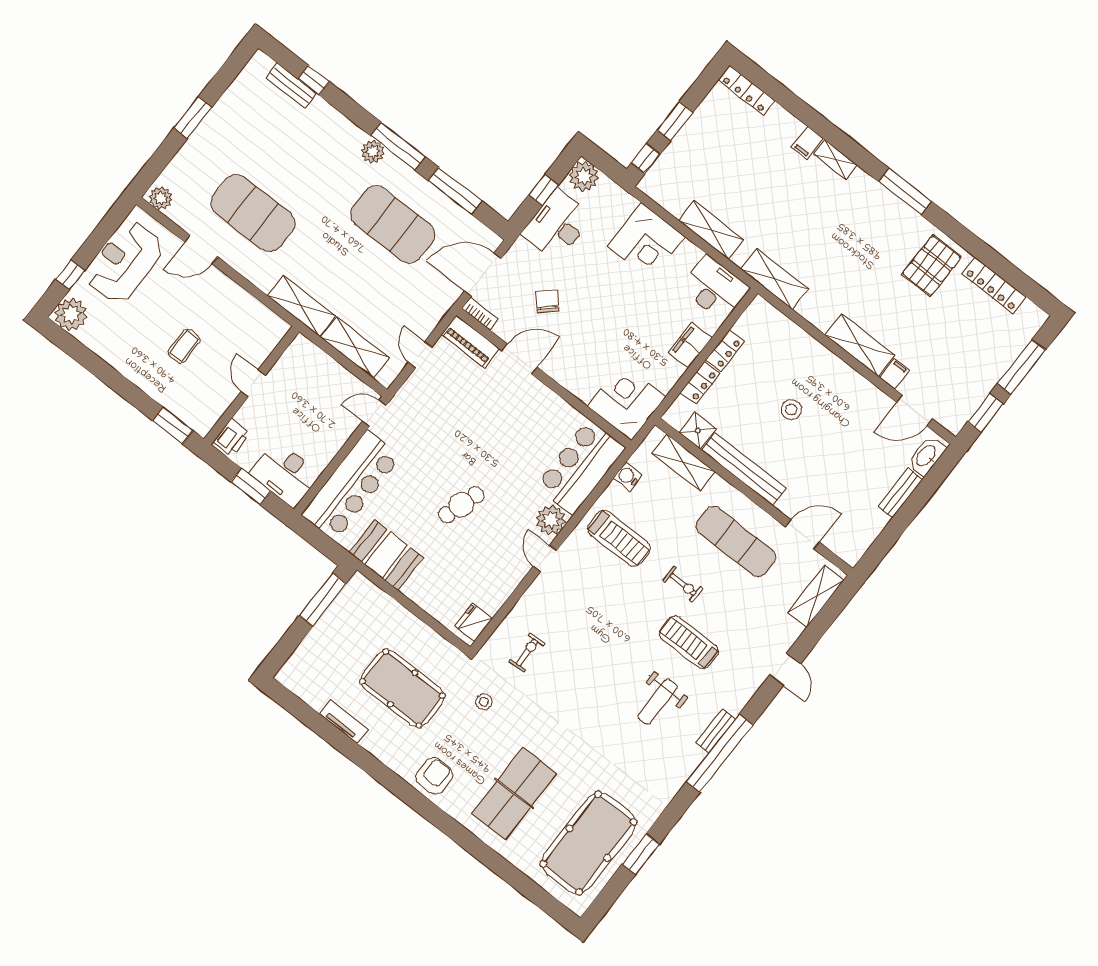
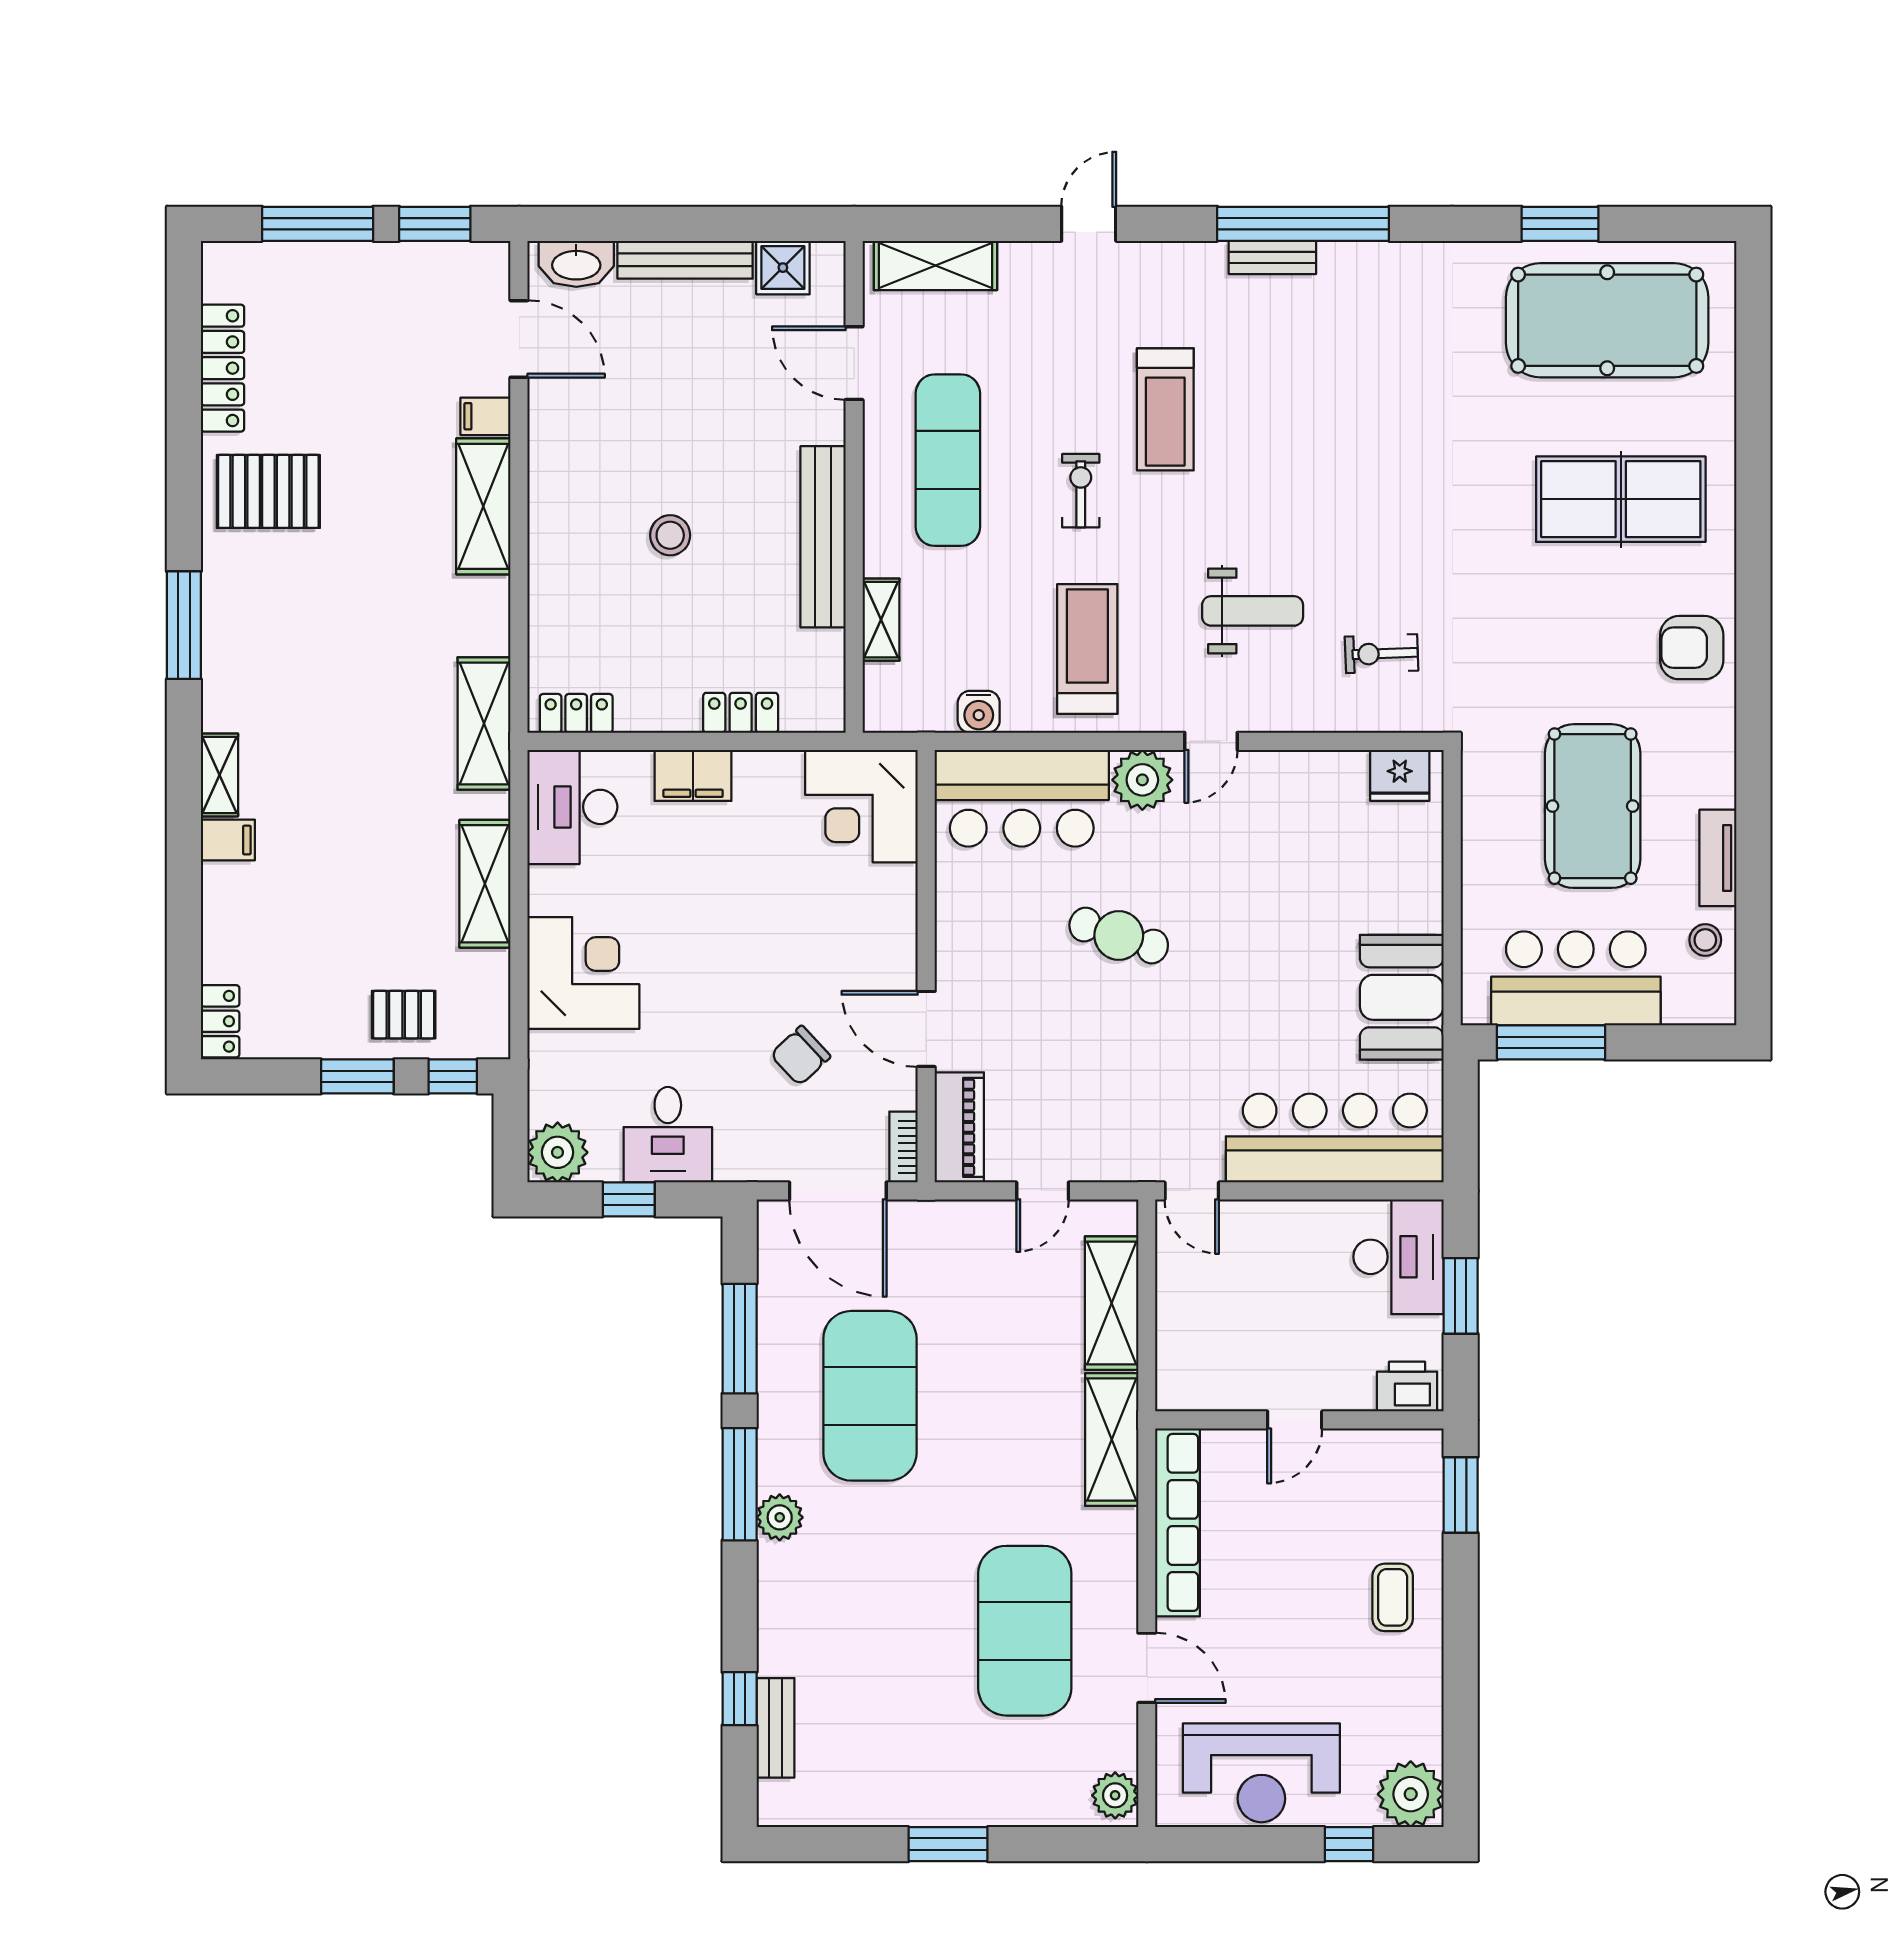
locker: (746, 90) -> (220, 1021), width x0.66
pallet: (685, 158) -> (404, 1015), added
desk: (557, 225) -> (668, 1135), width x0.73
row of seats: (249, 306) -> (1178, 1522), added
coffee table: (184, 346) -> (1393, 1597), moved, turned 90
locker: (725, 351) -> (576, 713), moved
shower: (698, 430) -> (783, 268), moved
shelving: (684, 463) -> (881, 620), width x0.67, depth x0.75
bench: (900, 493) -> (685, 260), width x1.36
cafe table: (461, 505) -> (1119, 936), moved
bar counter: (340, 629) -> (1576, 978), added
stool: (484, 702) -> (1705, 940), moved
weight bench: (658, 702) -> (1253, 611), moved

